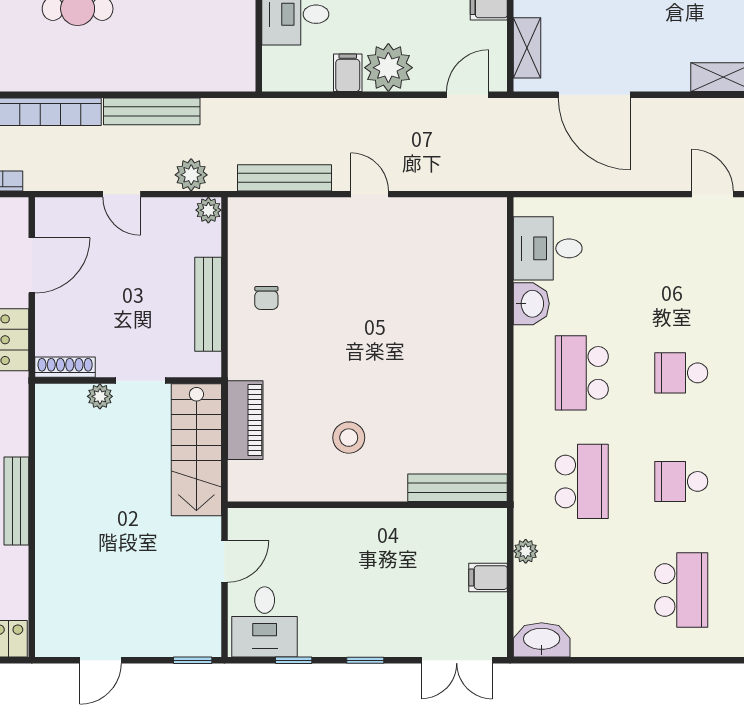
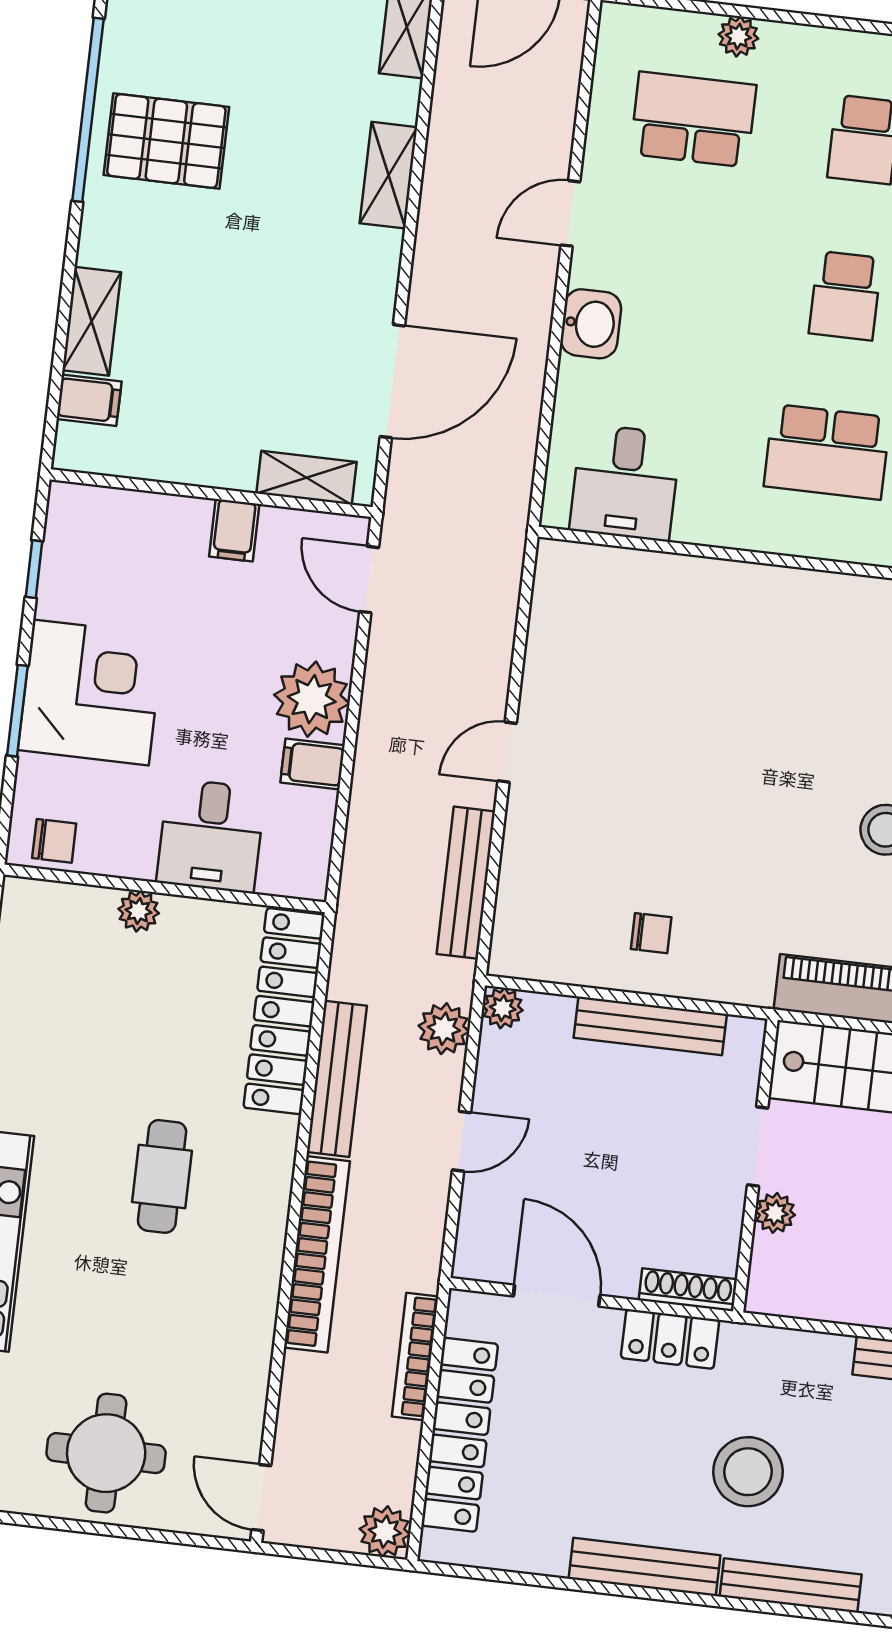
locker: (190, 73) -> (284, 1011), added
washbasin: (531, 304) -> (591, 324), moved, turned 90
shoe rack: (65, 367) -> (688, 1290), moved, turned 90

